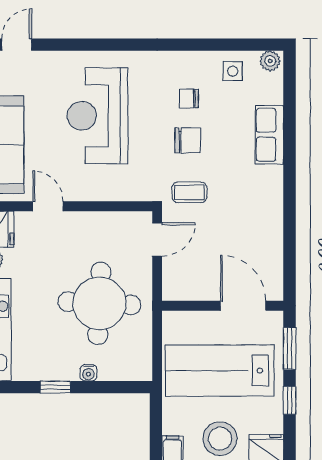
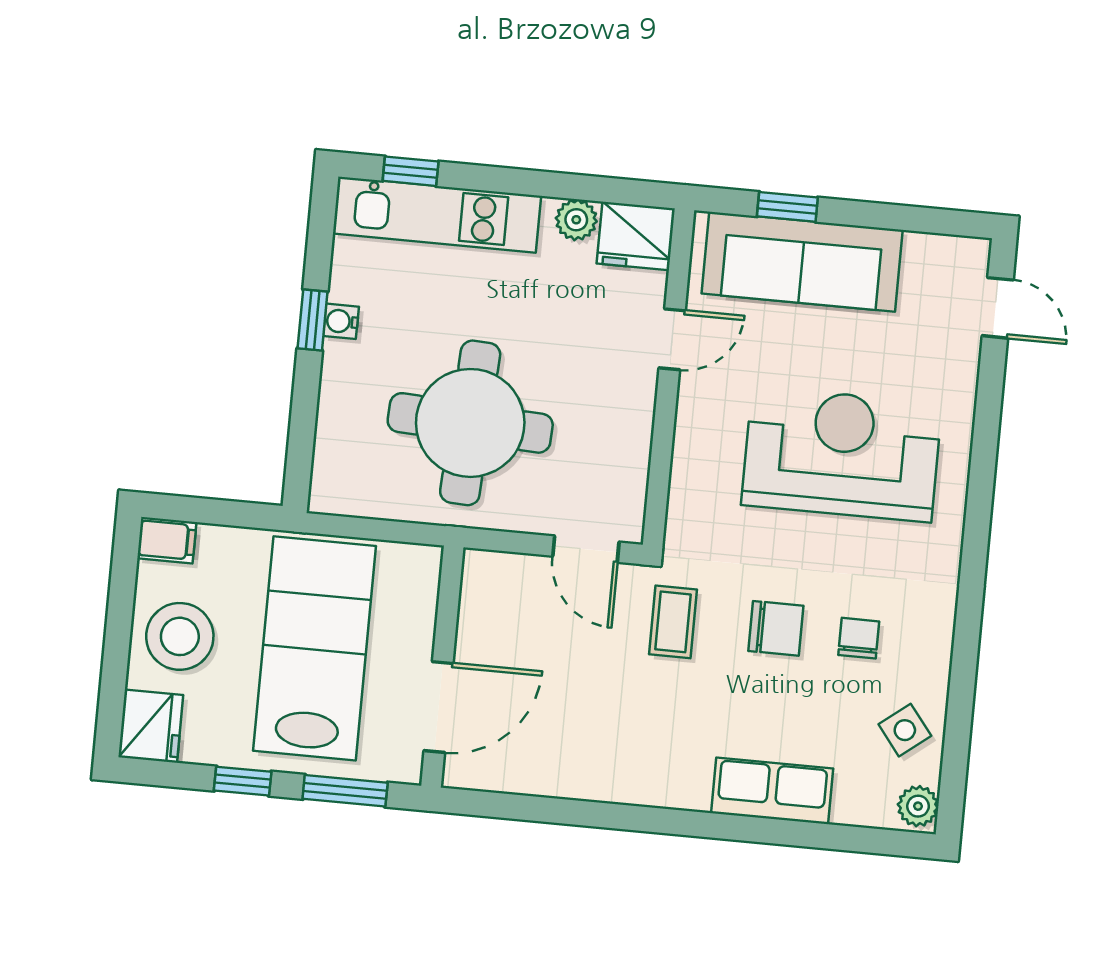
side table: (233, 71) -> (905, 730), turned -38
chair: (188, 140) -> (776, 628), turned -90
water cooler: (88, 373) -> (341, 321), moved

